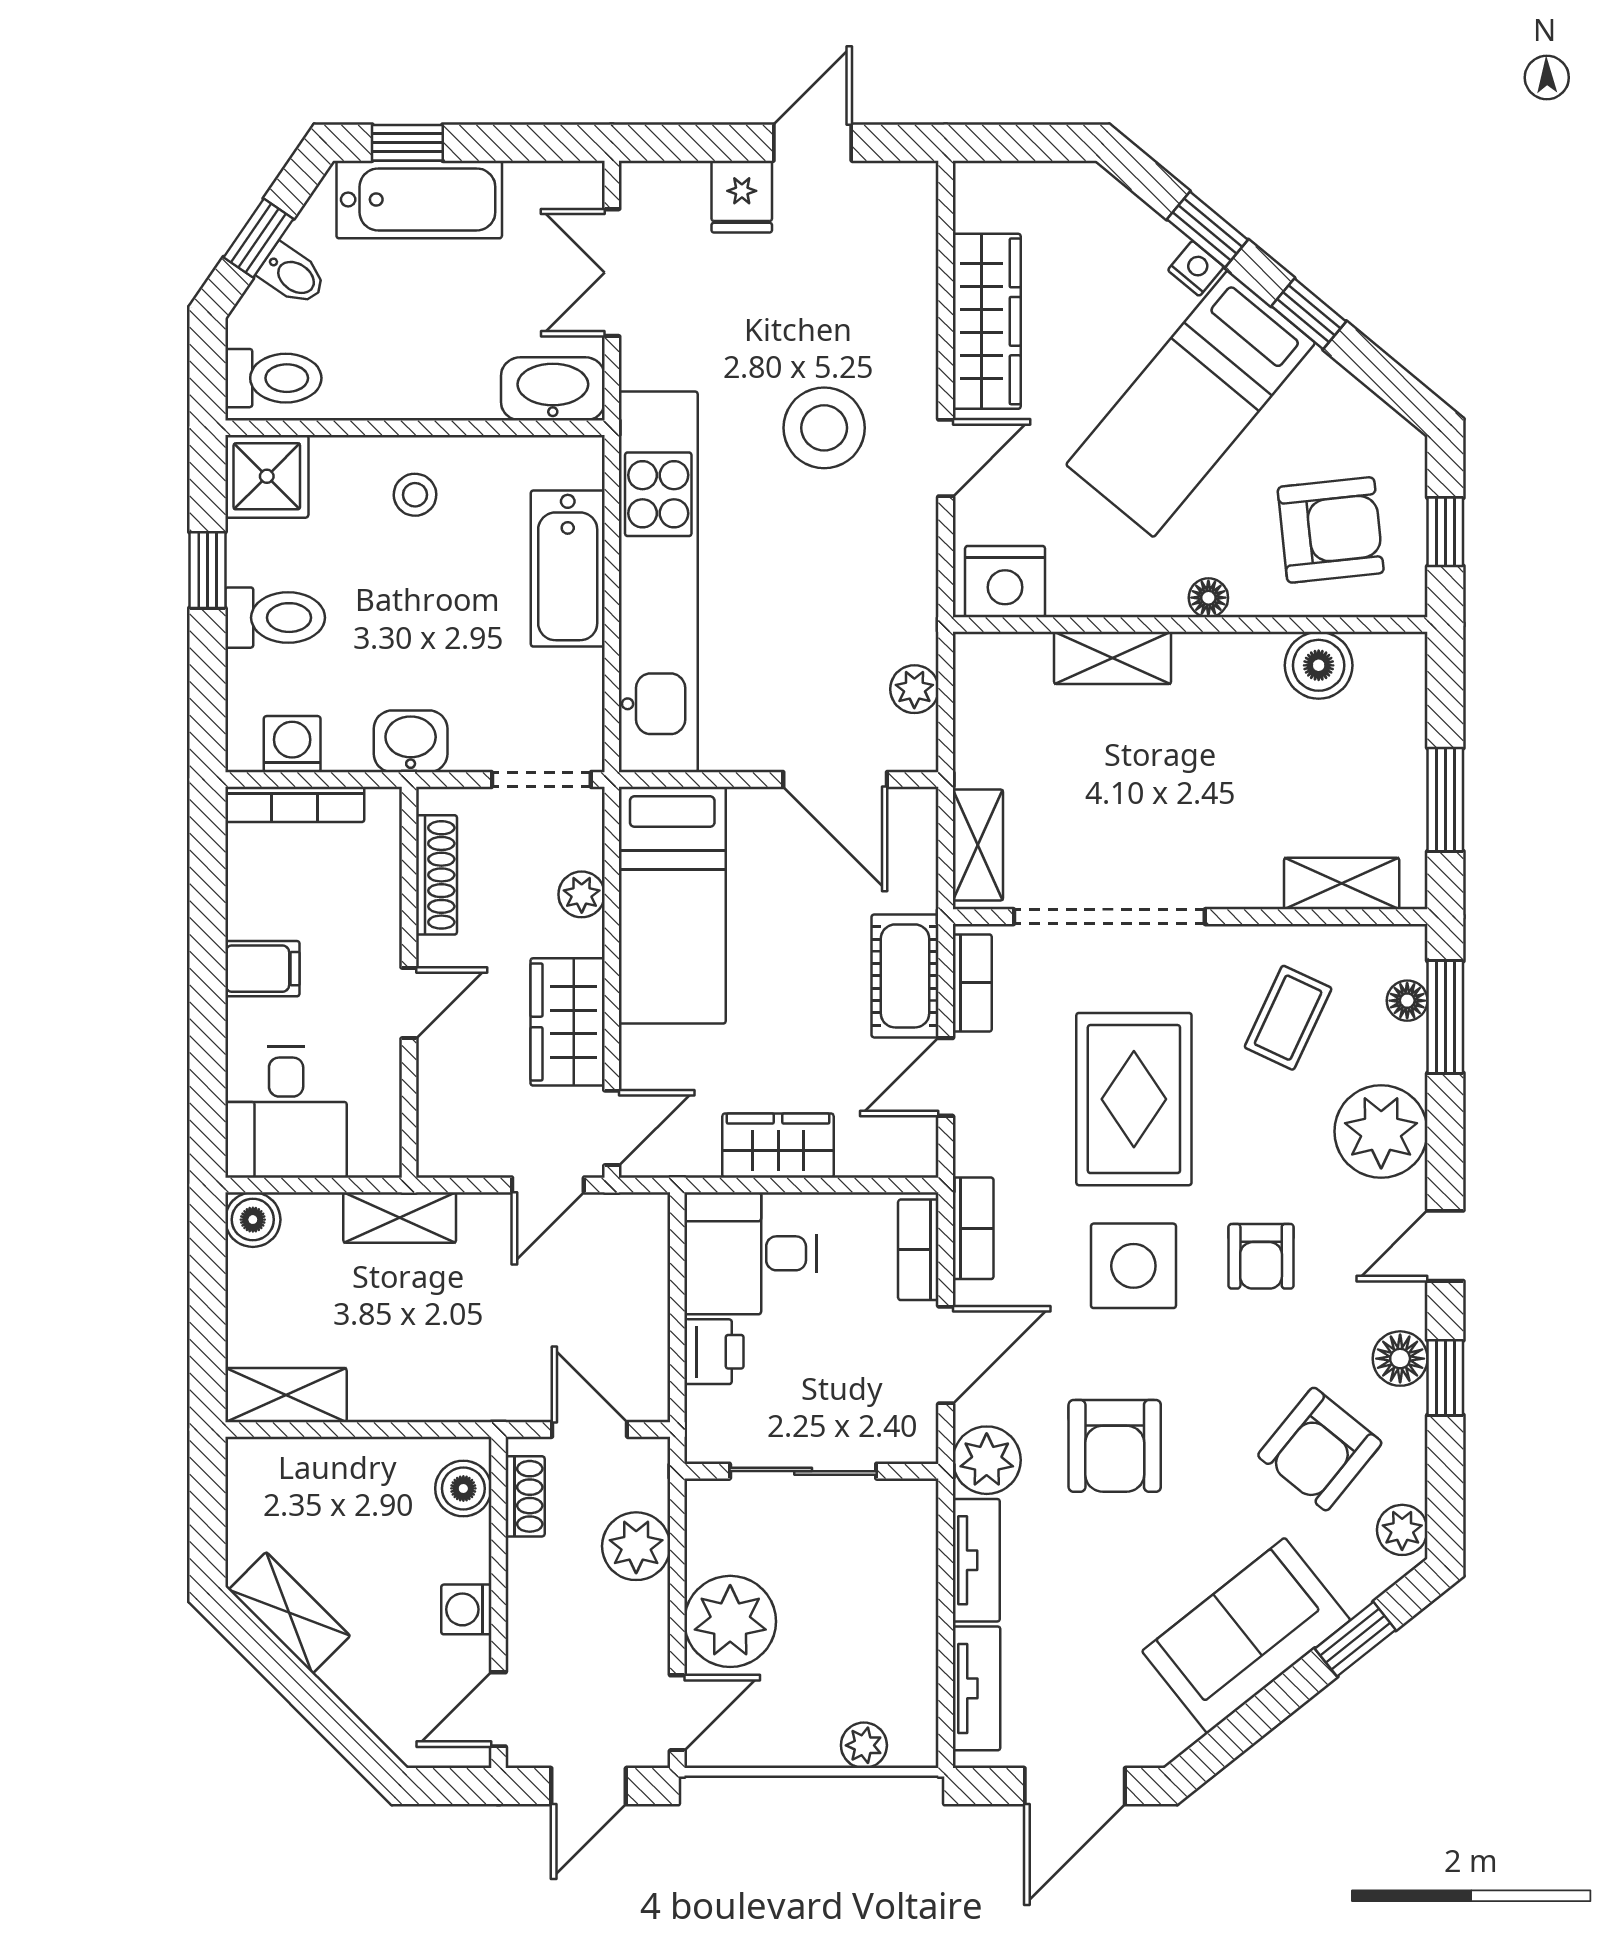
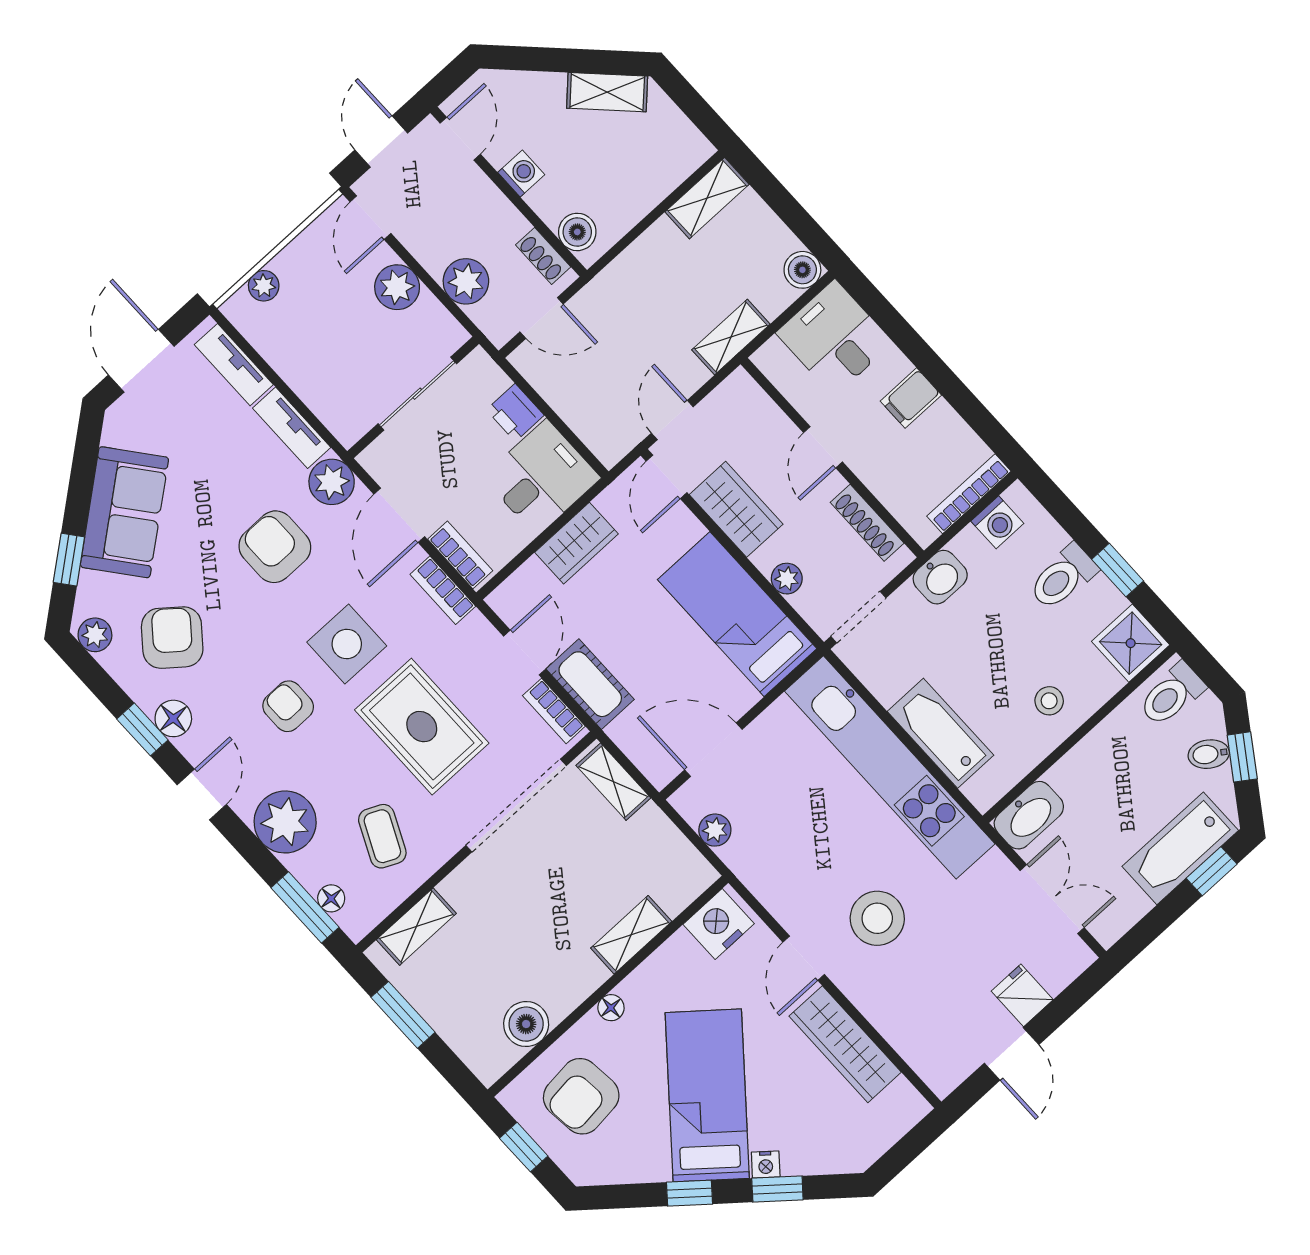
plant: (730, 1621) -> (397, 287), width x0.73, depth x0.73

